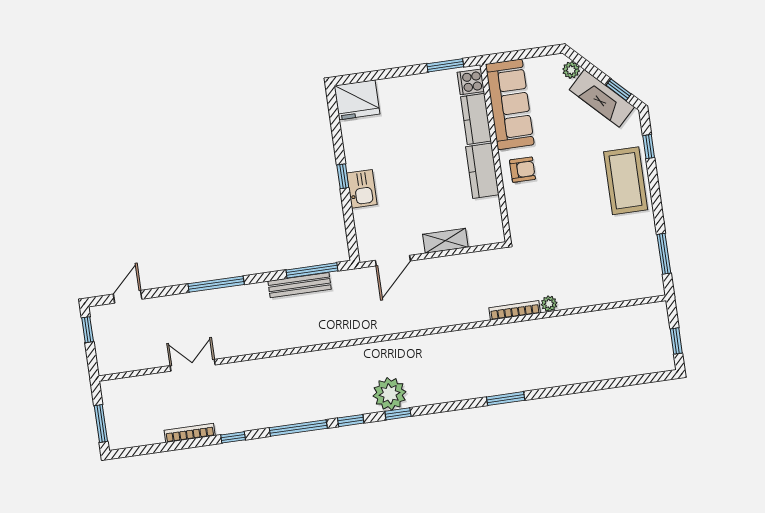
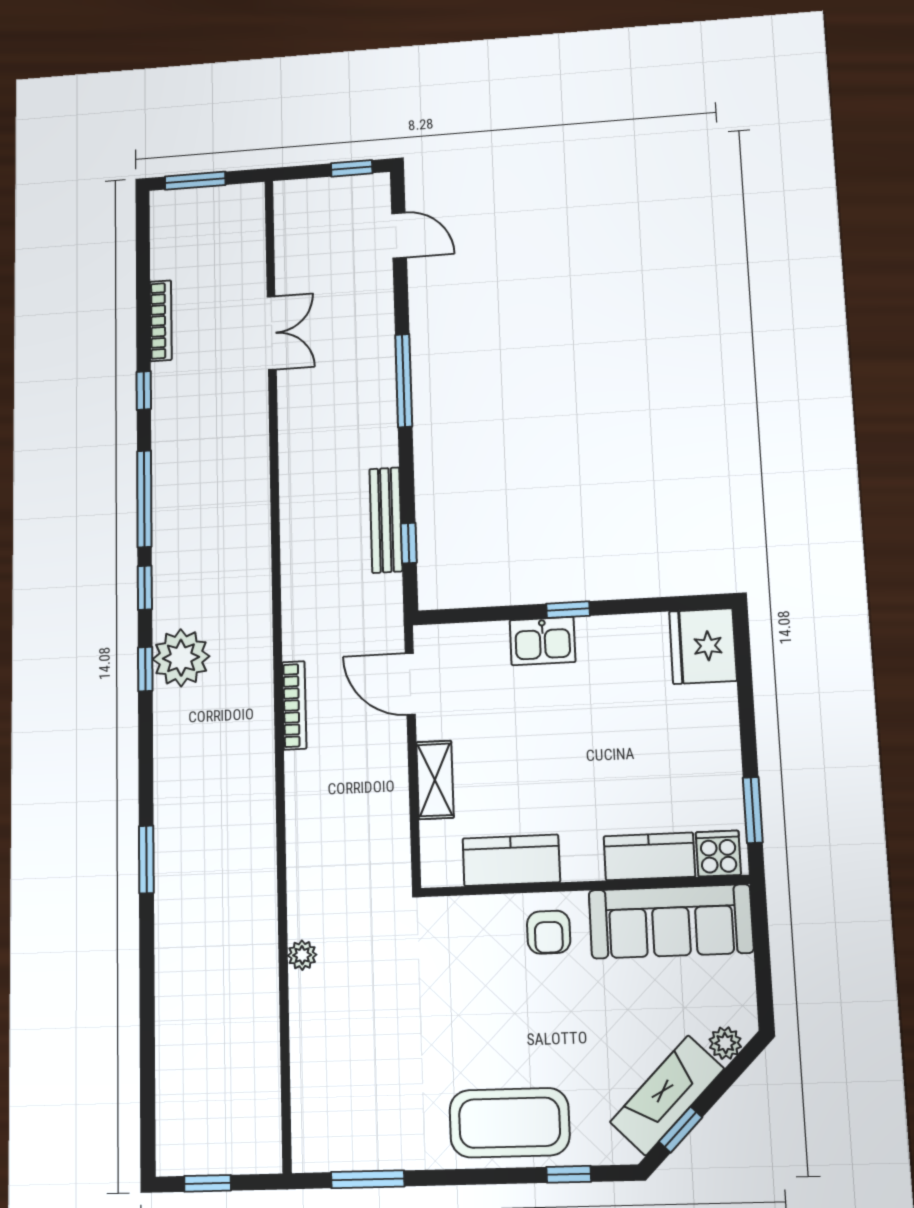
kitchen counter: (482, 171) -> (511, 860), moved
window: (312, 270) -> (409, 543), width x0.46
bookcase: (515, 310) -> (294, 705), moved

